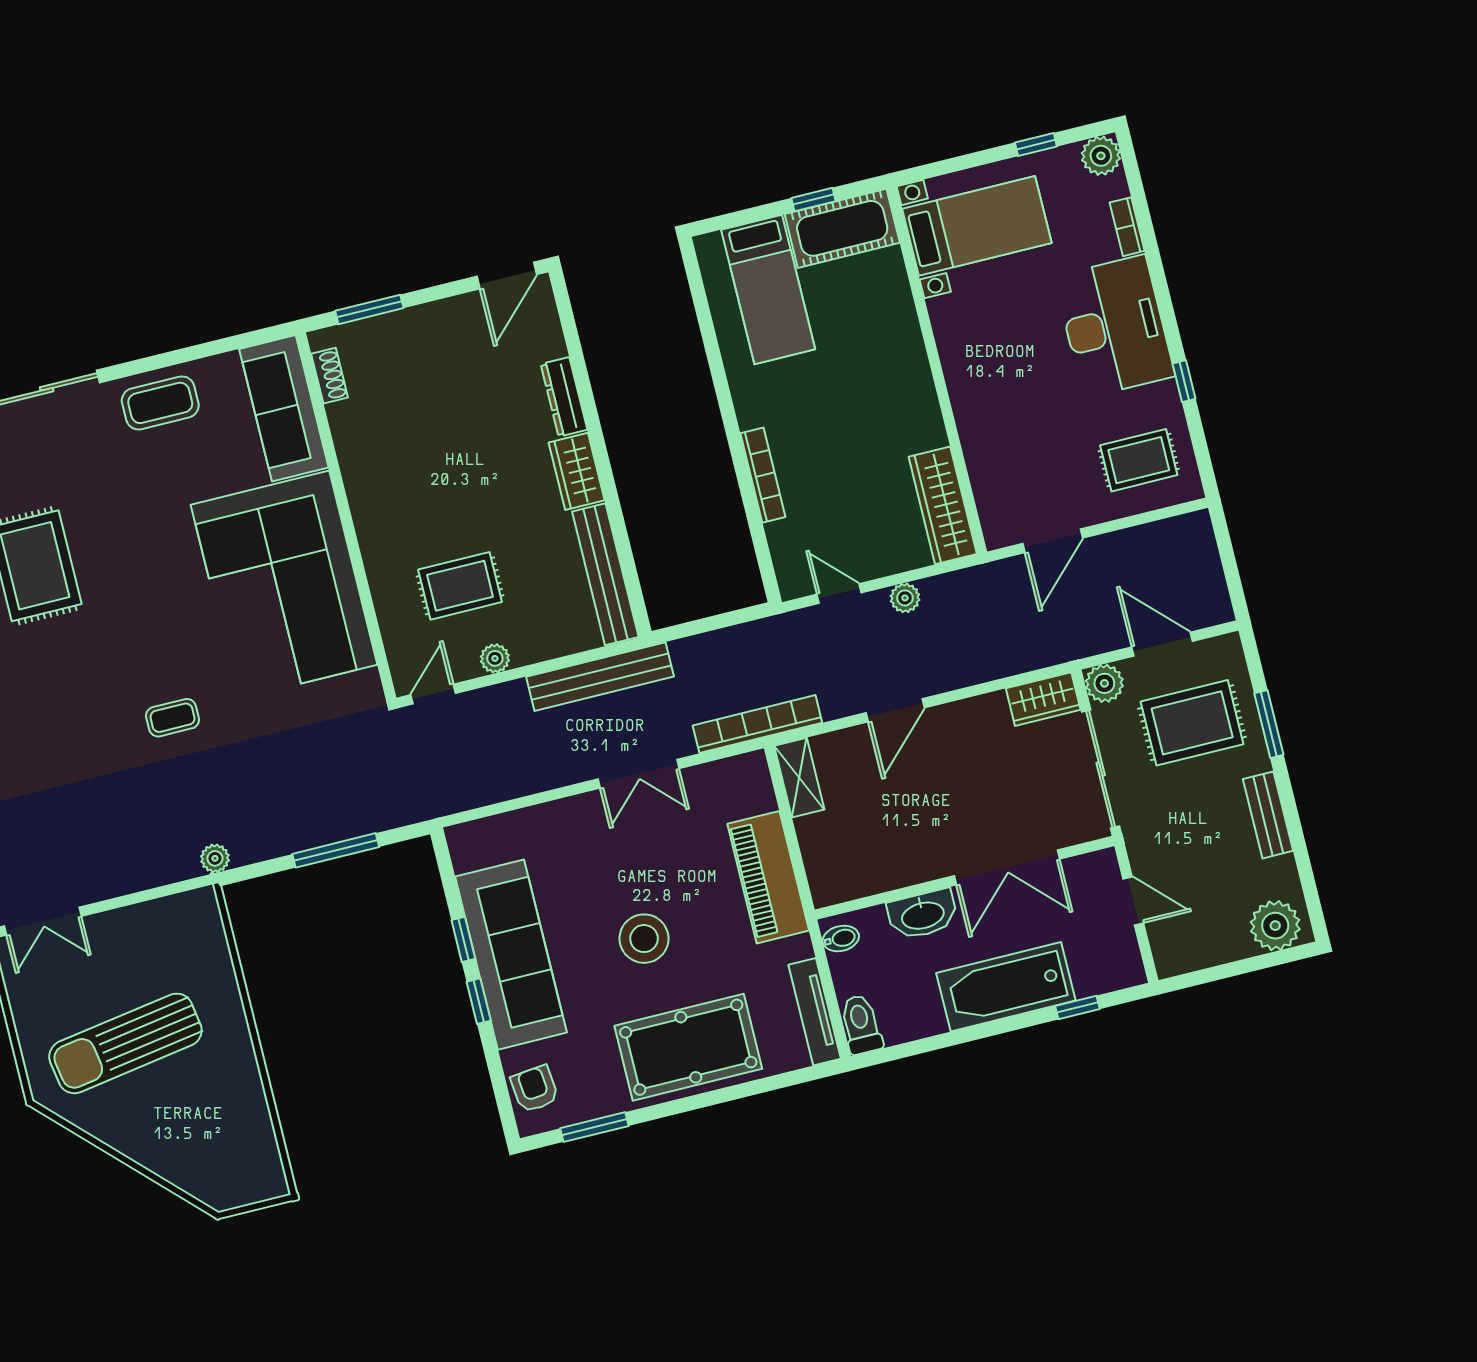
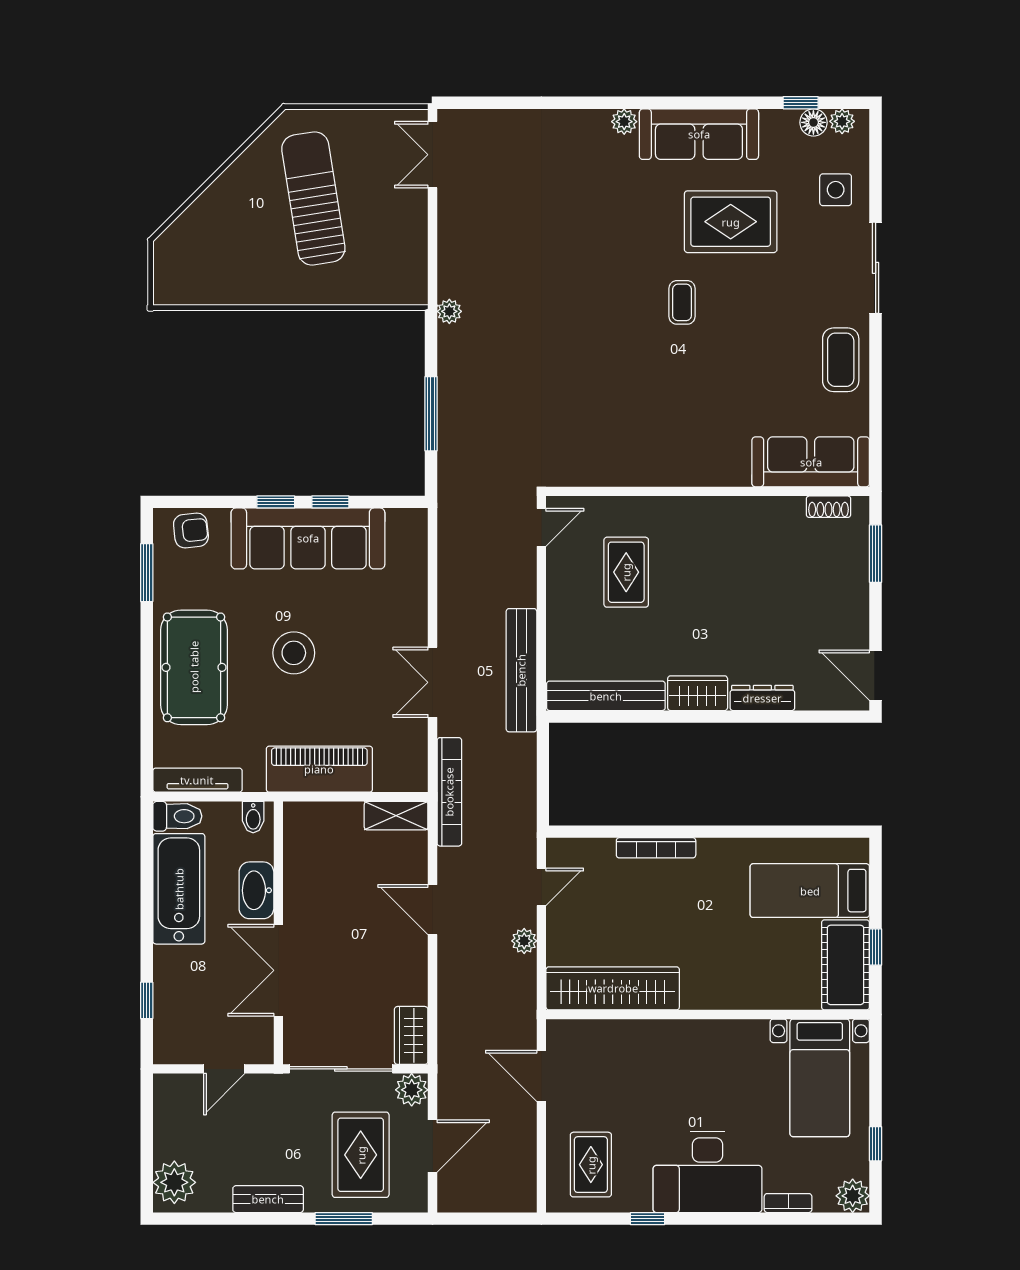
wardrobe: (943, 505) -> (613, 988), width x1.40, depth x1.17
corner sofa: (284, 585) -> (663, 426), removed
plant: (495, 658) -> (558, 586), removed
door: (433, 694) -> (541, 527), hinge flipped
coffee table: (172, 718) -> (682, 302), moved
bathtub: (1006, 987) -> (179, 889), moved

